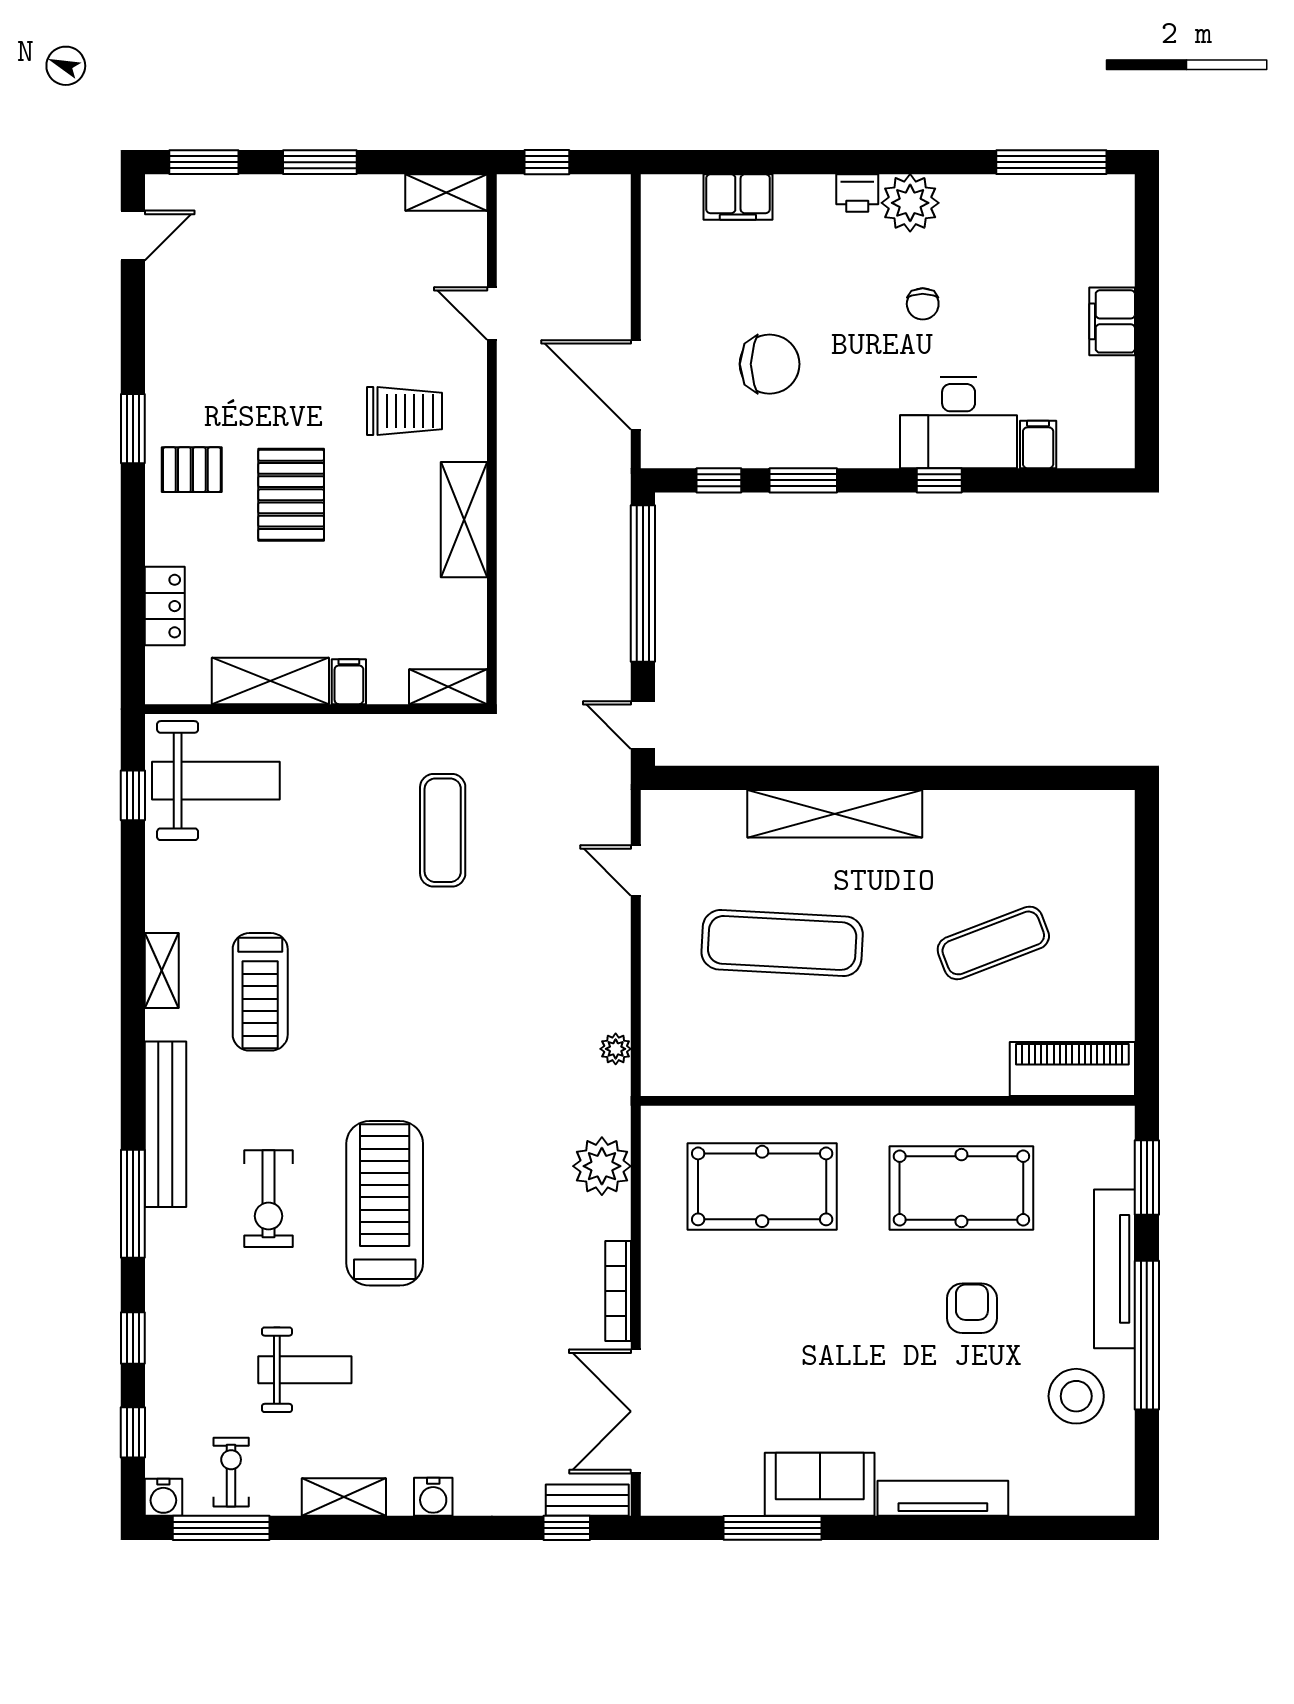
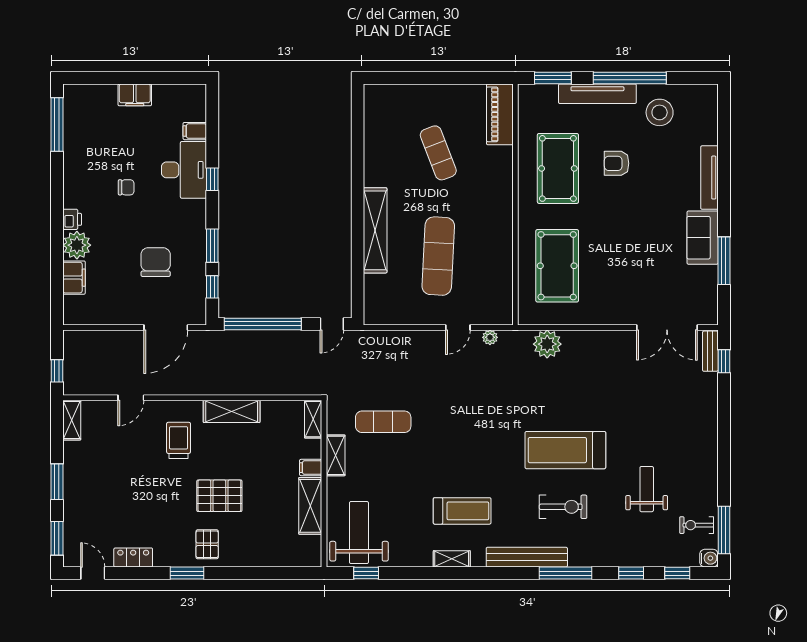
plant: (910, 203) -> (77, 245), moved
locker: (165, 606) -> (133, 558), moved
door: (636, 870) -> (458, 327), moved
bookcase: (618, 1291) -> (608, 336), removed
shelving: (344, 1497) -> (336, 455), moved
water cooler: (433, 1497) -> (709, 426), removed

